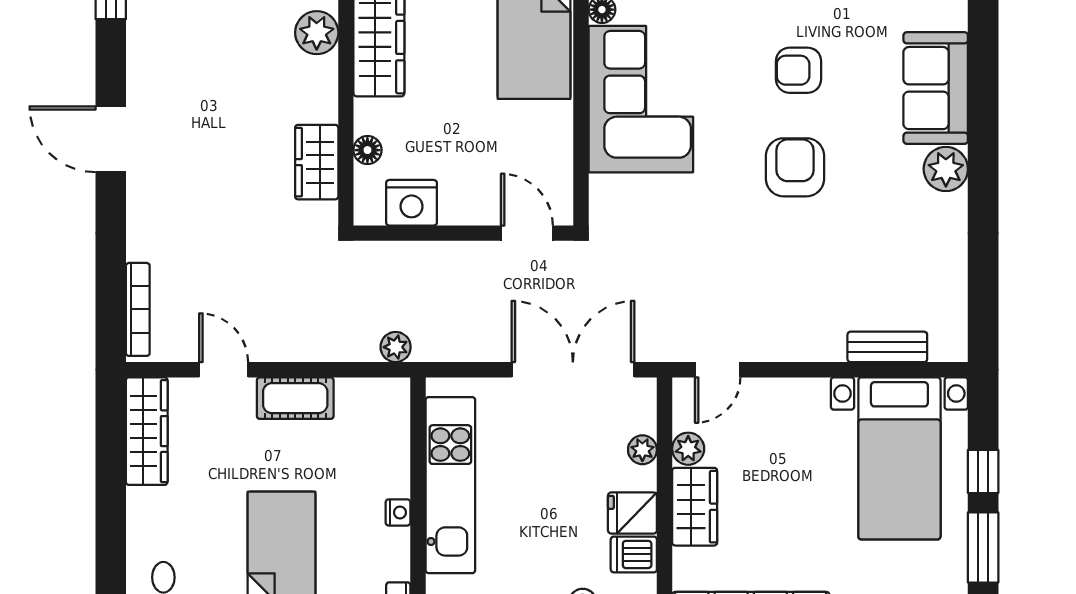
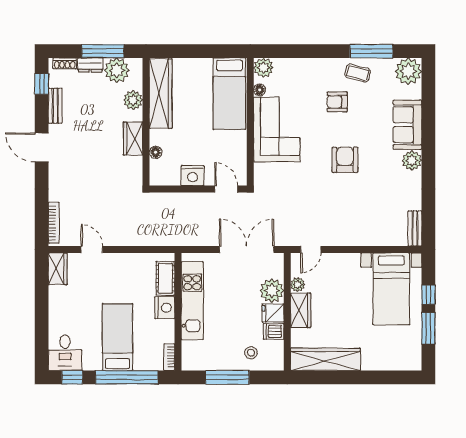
bench: (141, 45) -> (55, 106), added
armchair: (799, 70) -> (337, 102), moved
wardrobe: (317, 162) -> (133, 139), moved
nightstand: (412, 203) -> (192, 176), moved
plant: (396, 347) -> (168, 239), removed
bench: (887, 347) -> (415, 228), moved, turned 90
cot: (295, 398) -> (165, 278), moved, turned 90
wardrobe: (147, 431) -> (58, 269), width x0.67
plant: (642, 450) -> (272, 291), width x1.88, depth x1.88
nightstand: (398, 512) -> (165, 308), width x1.89, depth x1.79

